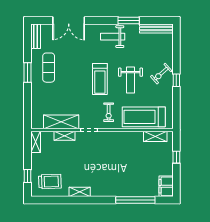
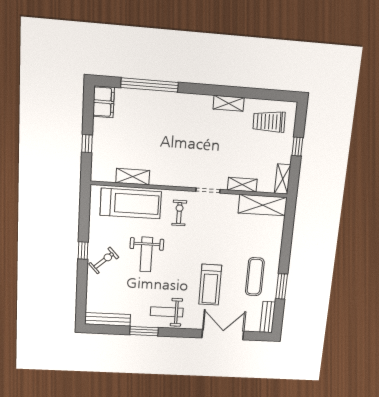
weight bench: (113, 37) -> (167, 312), turned 180
window: (28, 73) -> (282, 286), moved
treadmill: (100, 79) -> (210, 285), moved, turned 180
weight bench: (131, 80) -> (146, 254), turned 180
shelving: (61, 122) -> (263, 205), moved
shelving: (155, 136) -> (133, 177), moved
window: (28, 176) -> (297, 147), moved

